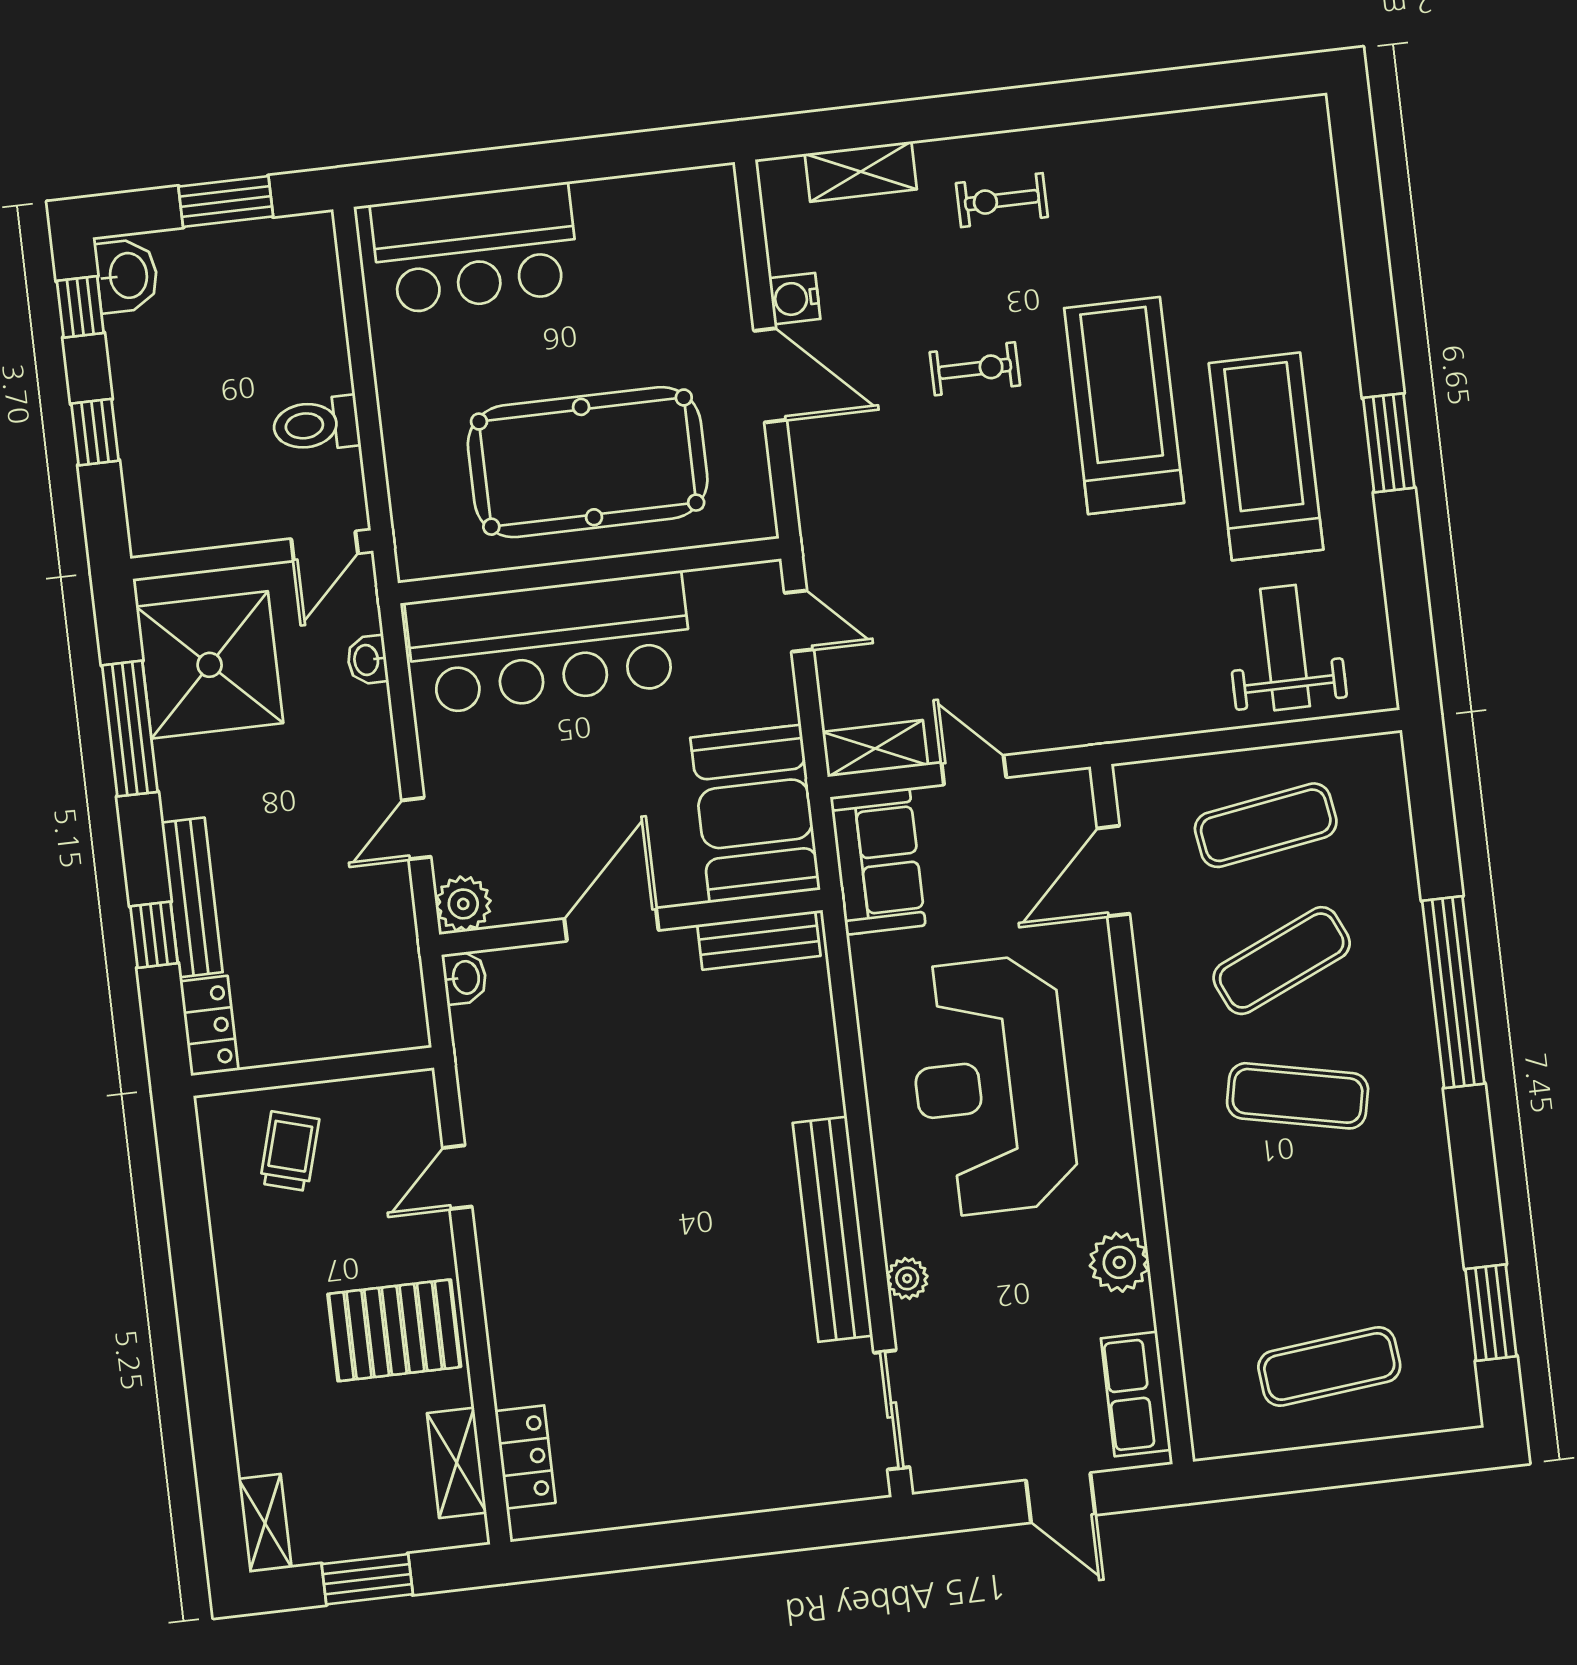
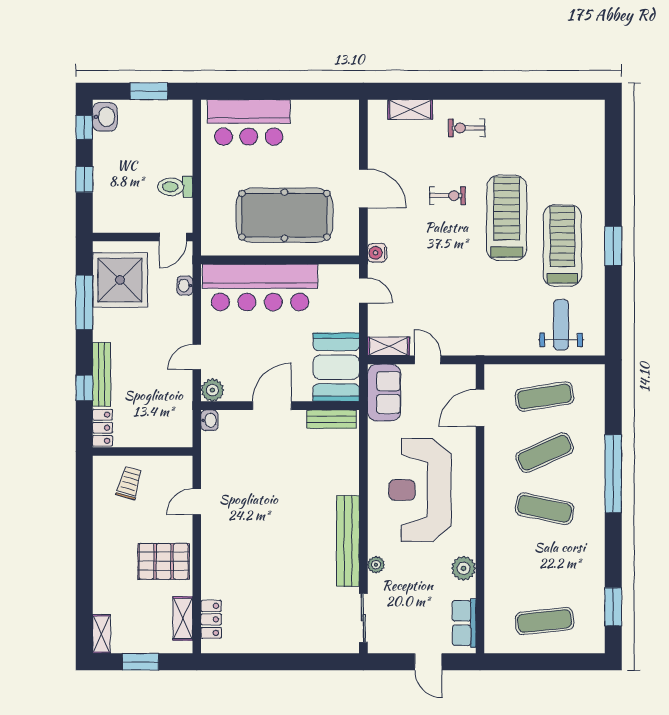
water cooler: (795, 299) -> (377, 253), moved

